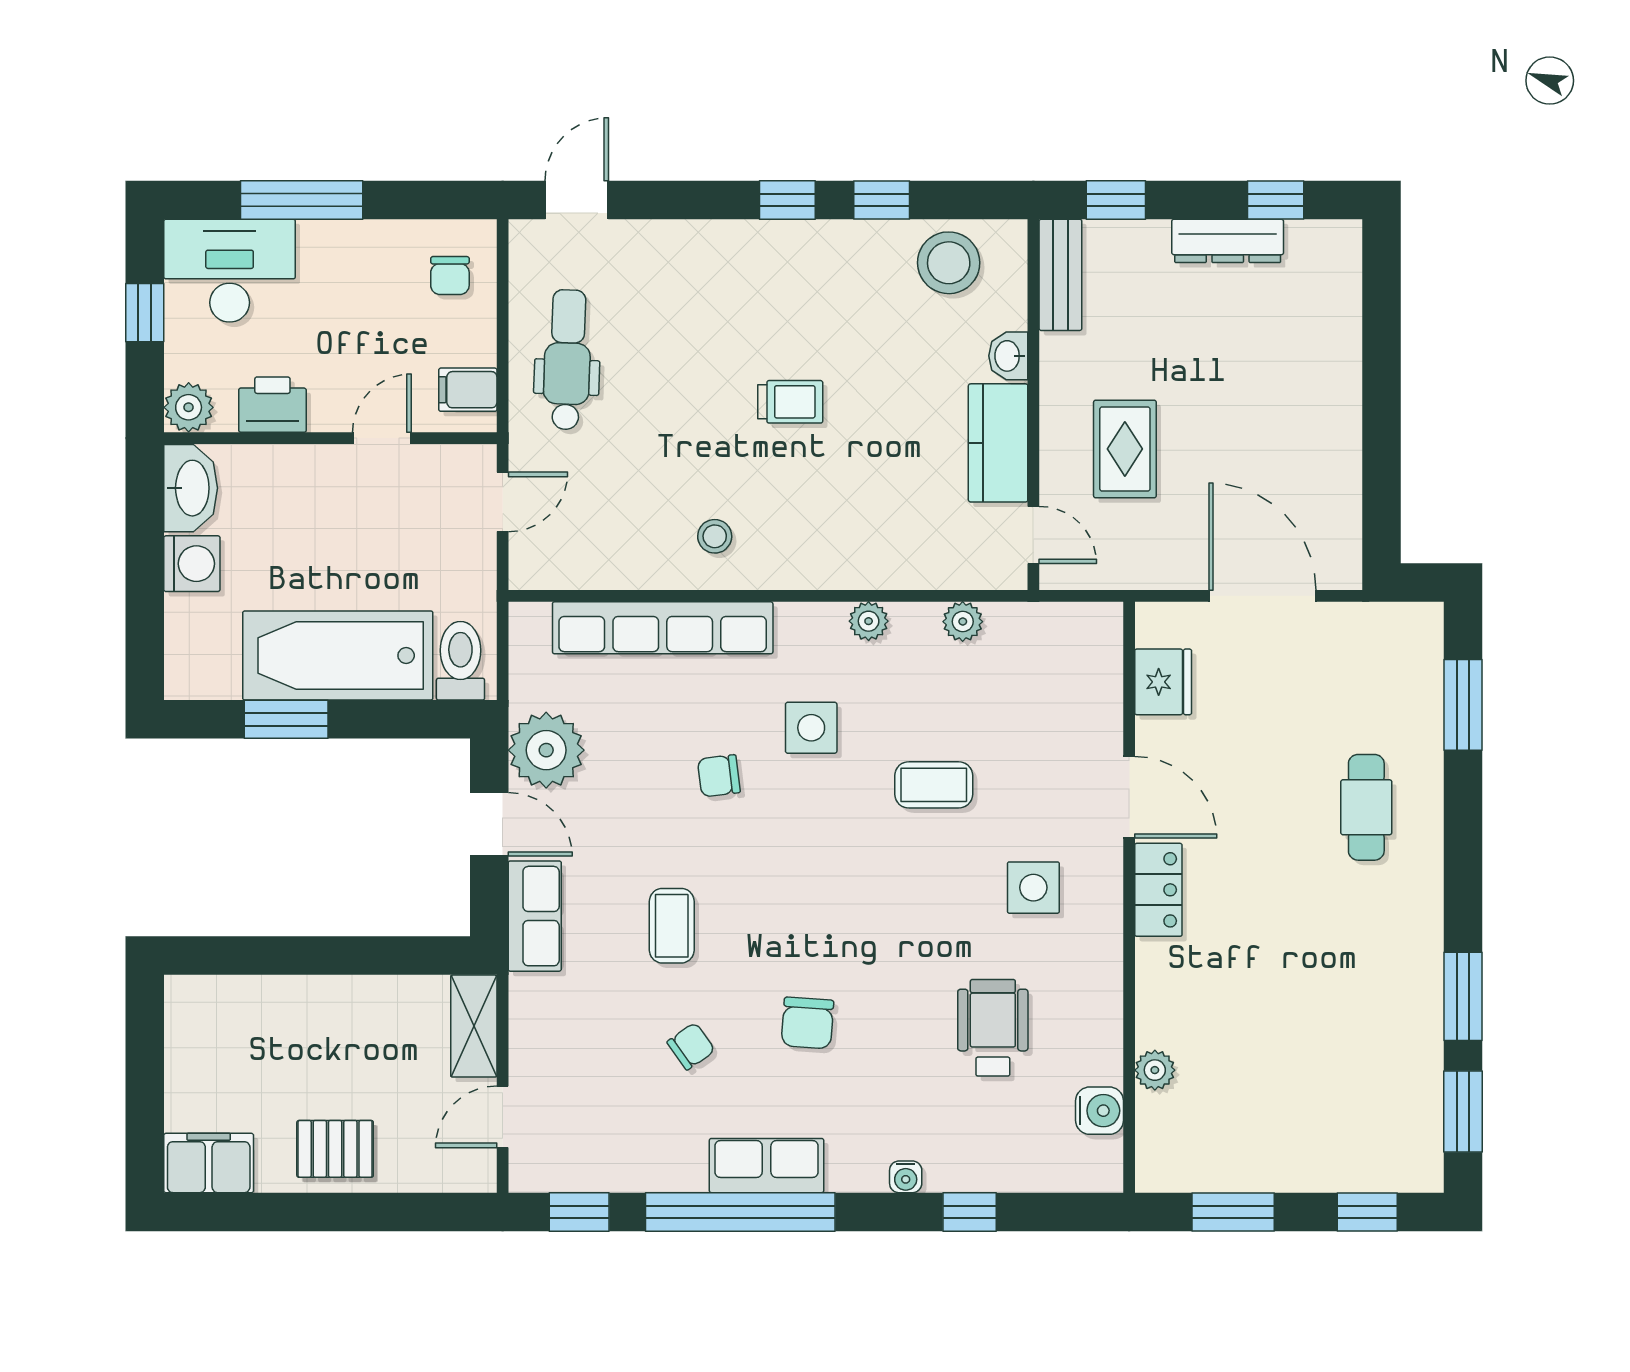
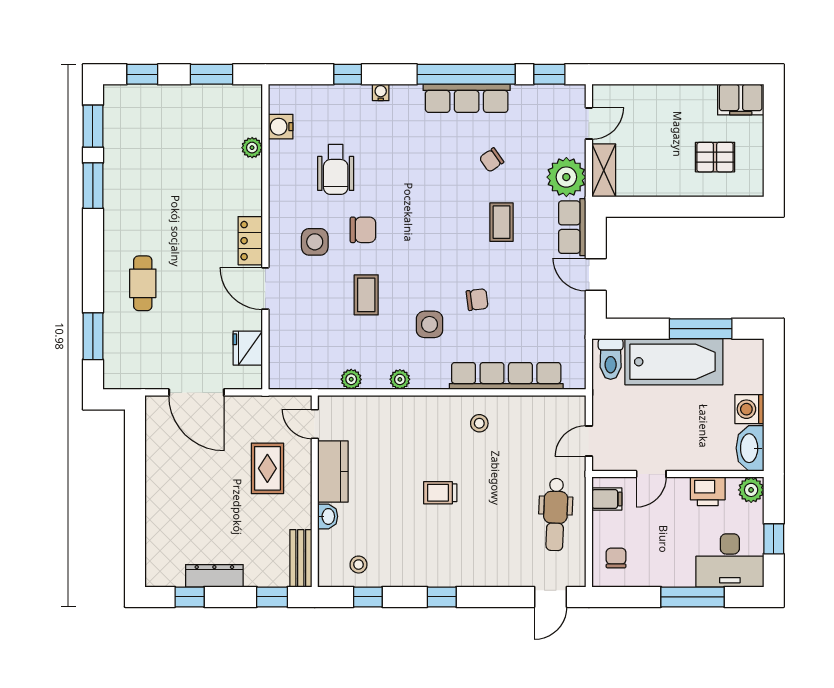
window: (882, 200) -> (368, 597), moved
stool: (949, 263) -> (358, 565), width x0.53, depth x0.53
window: (286, 719) -> (701, 329), width x1.44
plant: (546, 750) -> (566, 177), moved
coffee table: (934, 785) -> (366, 295), turned 90
chair: (807, 1023) -> (363, 230), moved, turned 86
pallet: (335, 1149) -> (715, 157), moved
row of seats: (767, 1166) -> (467, 98), width x1.48

